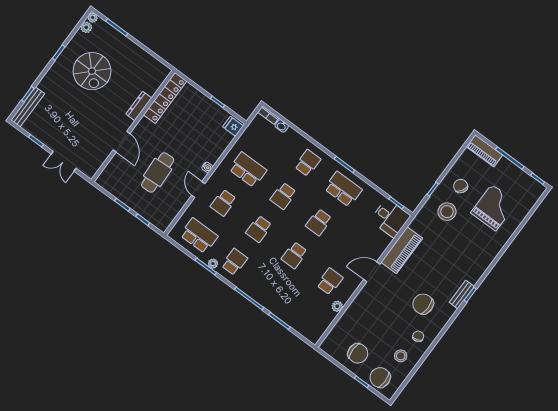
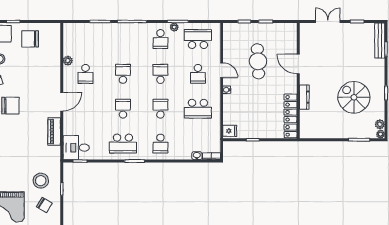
school desk: (223, 203) -> (198, 74), turned 180
school desk: (199, 236) -> (198, 39), turned 180
piano: (402, 250) -> (54, 132), width x0.73, depth x0.75

